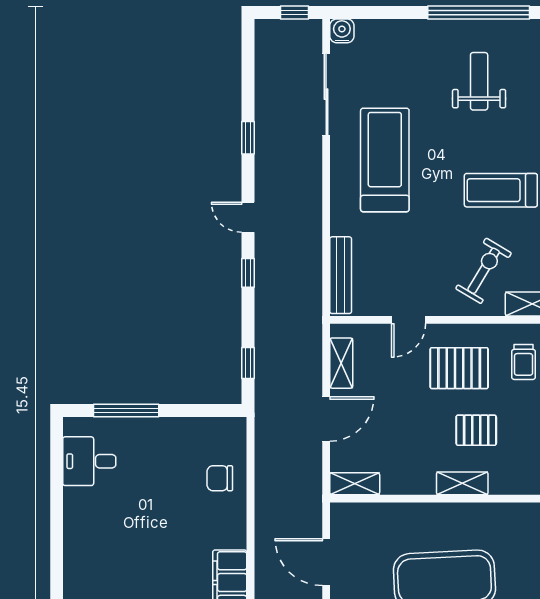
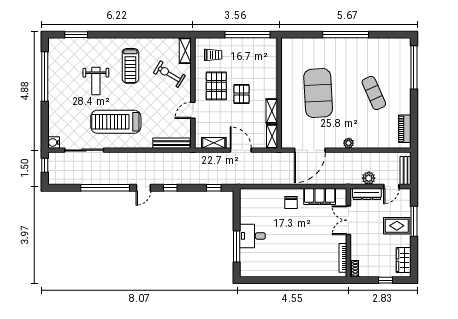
weight bench: (479, 81) -> (96, 81), moved, turned -90
window: (248, 138) -> (105, 188), width x3.17
door: (409, 320) -> (193, 110), swing flipped
pallet: (476, 430) -> (242, 94), moved
desk: (89, 461) -> (252, 236), moved, turned 90
chair: (220, 478) -> (291, 202), moved
shelving: (462, 483) -> (272, 111), moved
door: (326, 562) -> (310, 150), width x1.36

